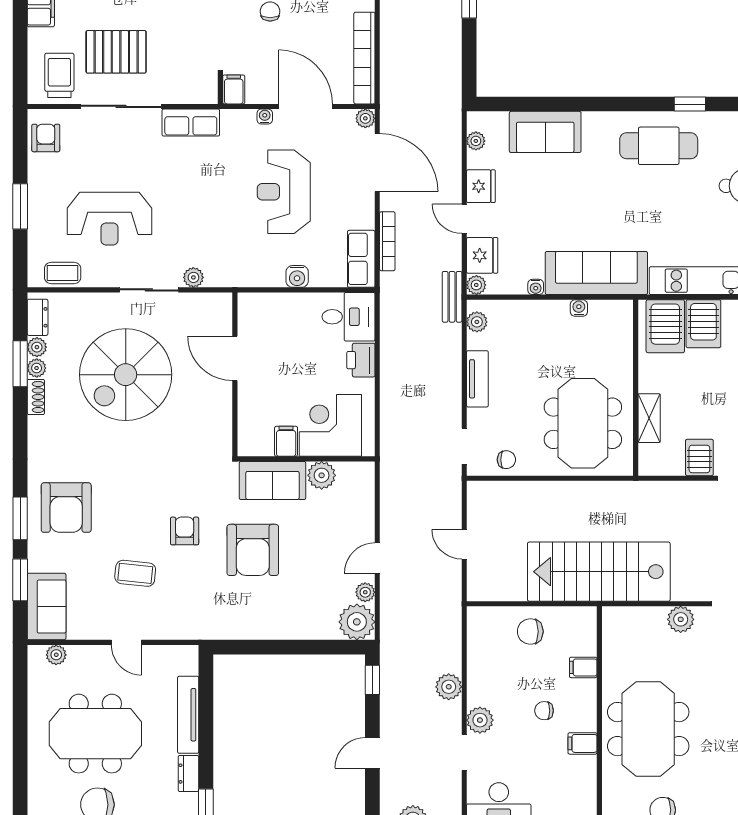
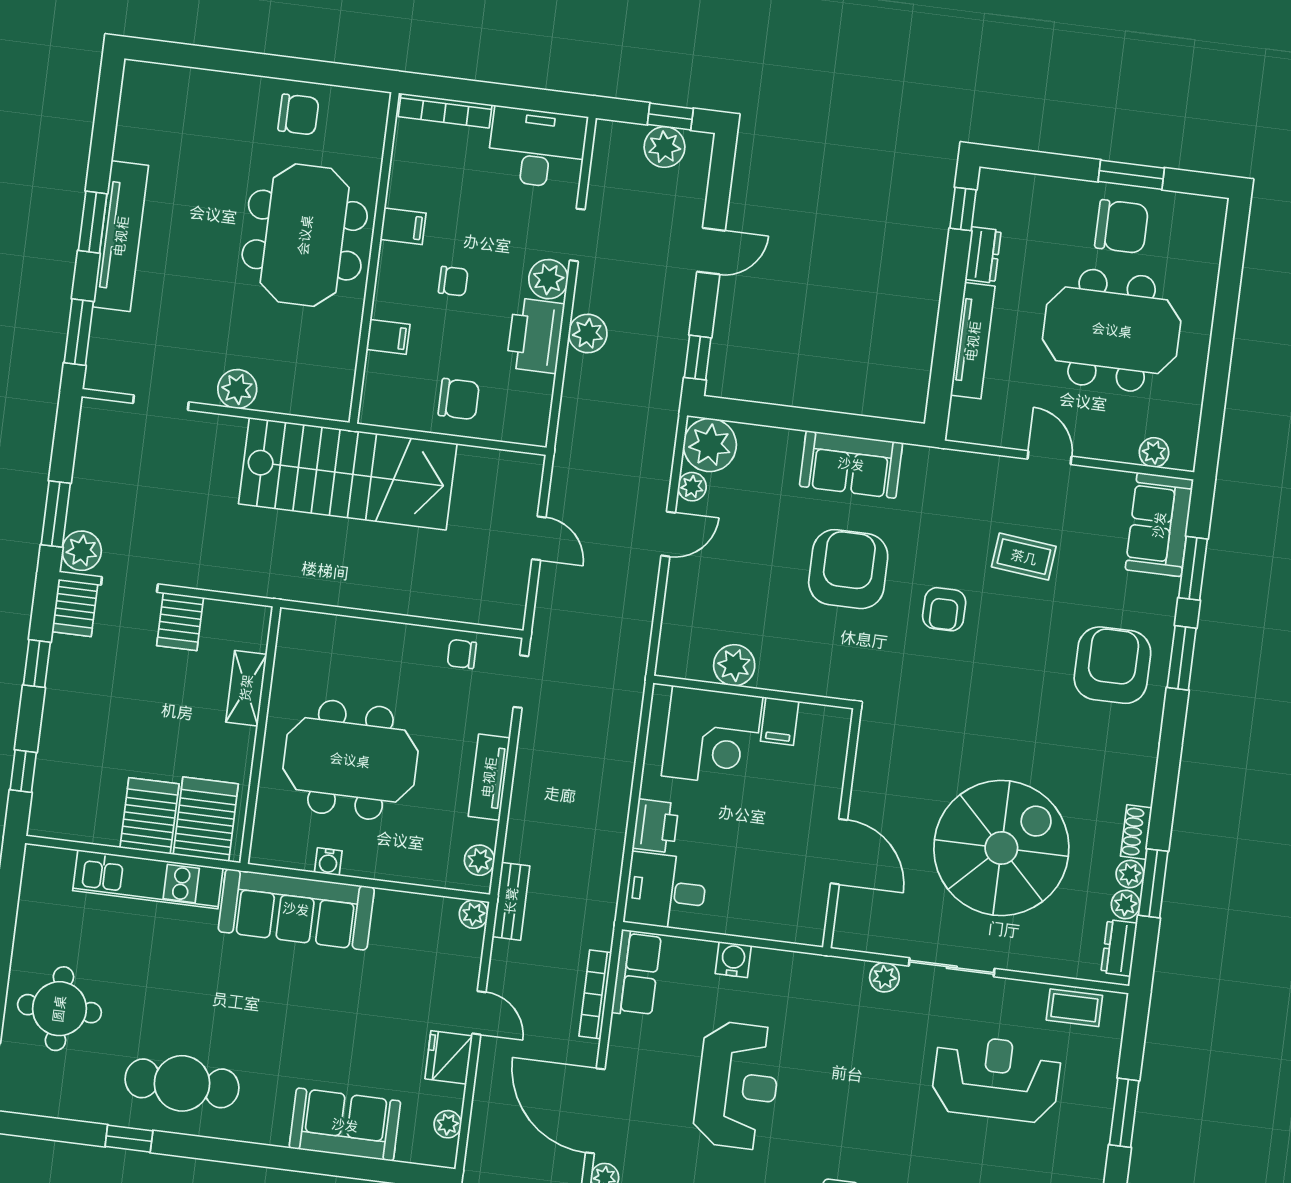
fridge: (482, 255) -> (460, 956), removed
water cooler: (536, 287) -> (387, 900), removed
meeting table: (583, 423) -> (350, 760), moved, turned 90
sofa: (272, 480) -> (851, 464), moved, turned 180
printer: (484, 681) -> (535, 336), added

